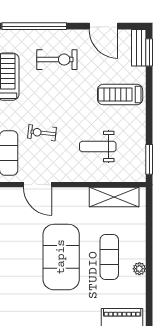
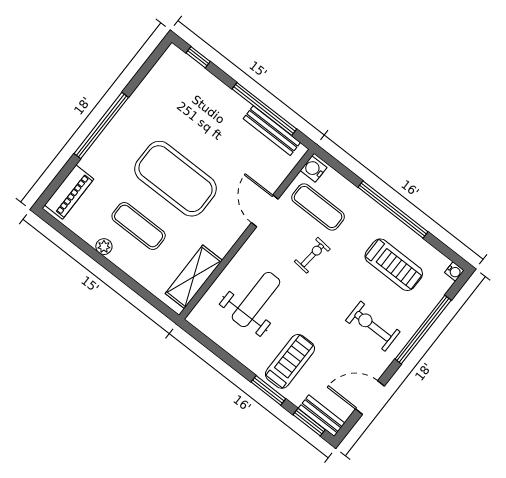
exercise bike: (57, 60) -> (373, 326), turned 90
weight bench: (98, 147) -> (256, 300), width x1.36, depth x1.33
window: (149, 159) -> (268, 390), moved
door: (37, 185) -> (265, 211), hinge flipped

